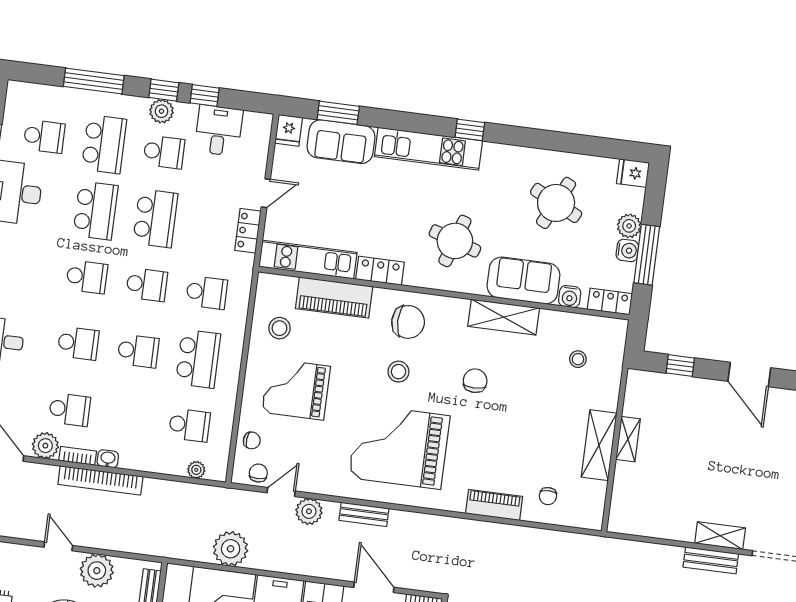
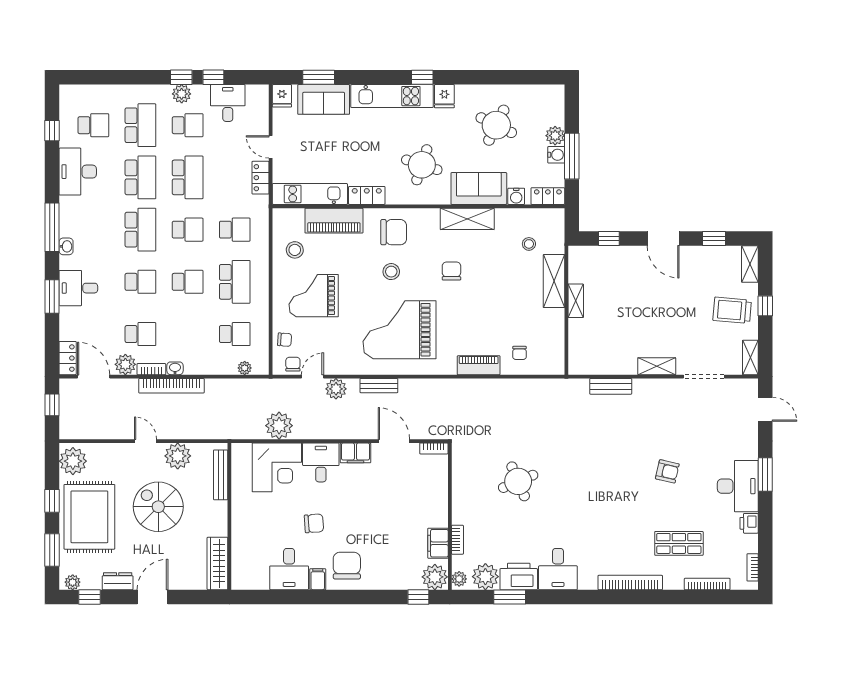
window: (94, 81) -> (126, 77), removed
fridge: (633, 173) -> (444, 96), moved, turned -90
door: (266, 193) -> (271, 147), swing flipped
school desk: (87, 277) -> (140, 230), width x1.85
shelving: (599, 445) -> (554, 281), moved
bench: (711, 560) -> (611, 386), moved

